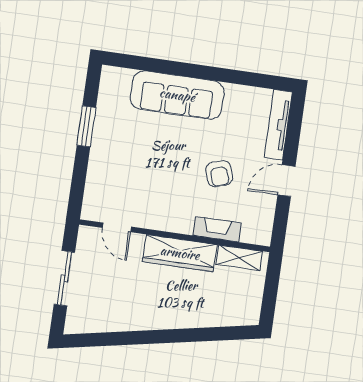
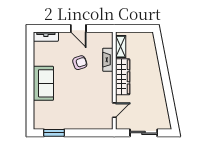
sofa: (177, 95) -> (43, 83), width x0.73
tv unit: (278, 125) -> (46, 37), width x0.71
window: (86, 126) -> (54, 133), moved

